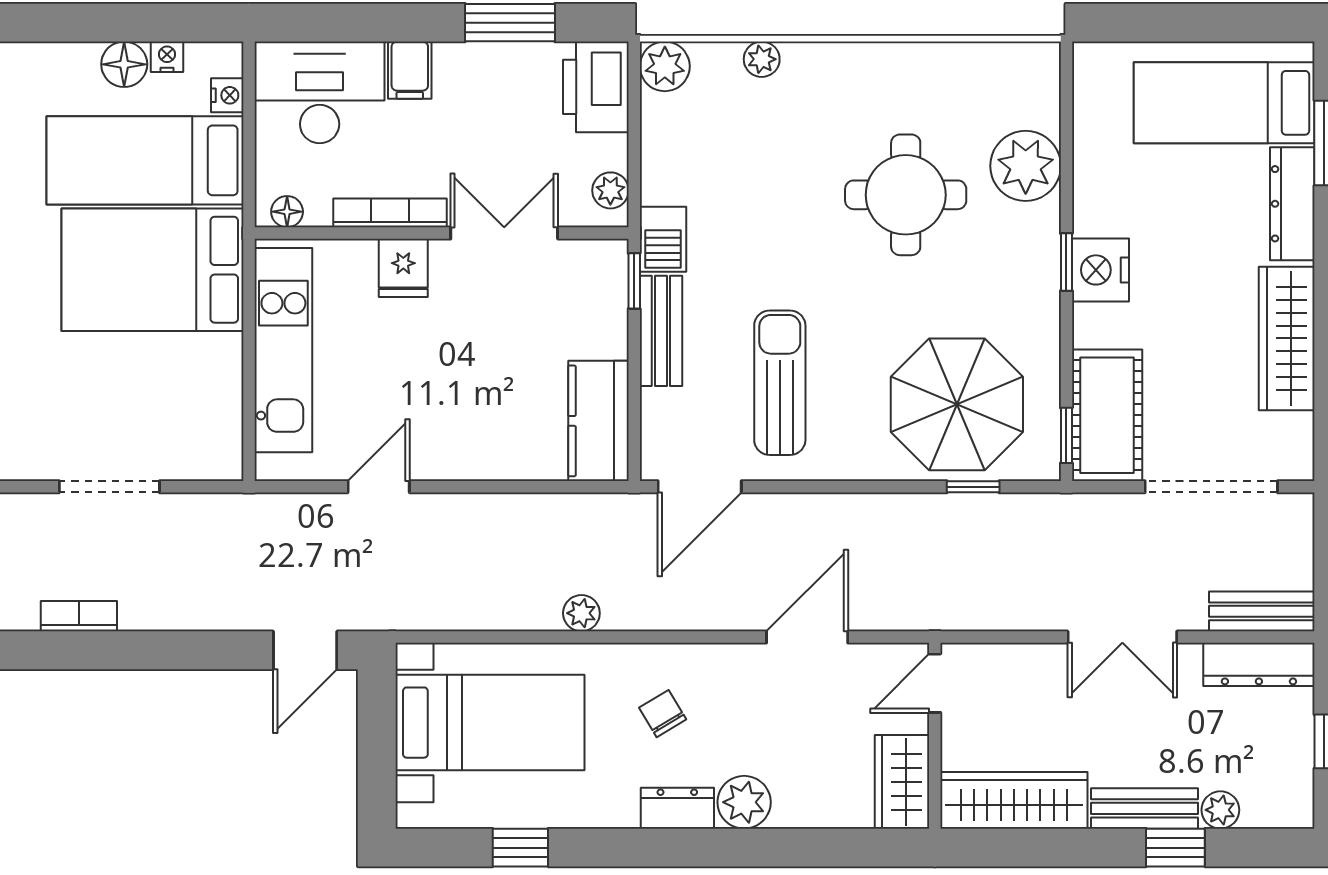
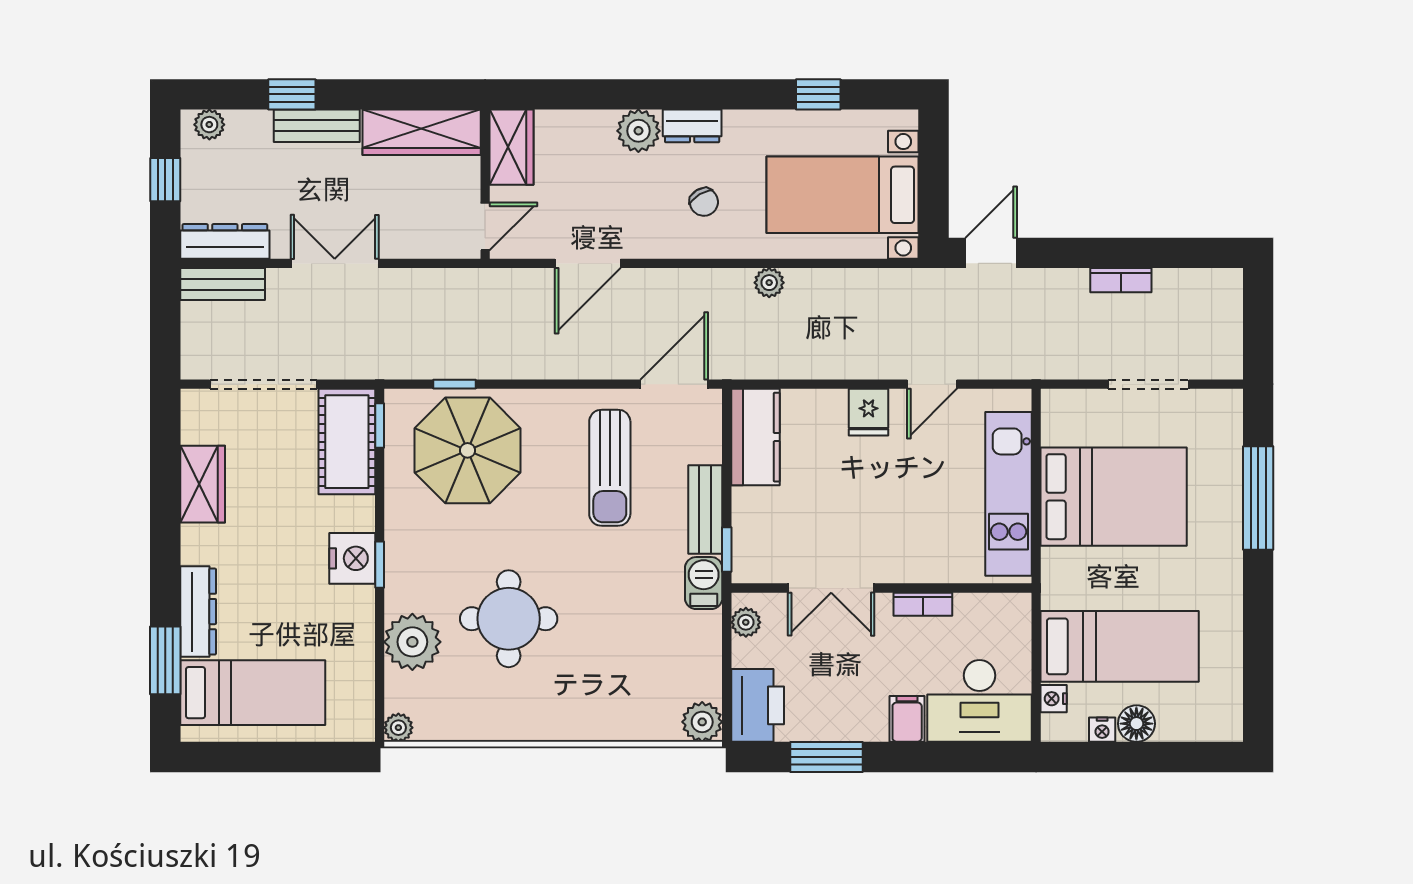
plant: (762, 59) -> (398, 728), moved
floor lamp: (287, 212) -> (1006, 605), removed
bookcase: (390, 213) -> (923, 604), width x0.64
fridge: (403, 268) -> (869, 412), moved, turned 180
bed: (153, 270) -> (1114, 497), moved
wardrobe: (1287, 338) -> (203, 484), width x0.67
bookcase: (79, 616) -> (1121, 280), moved
plant: (1220, 810) -> (209, 125), moved

